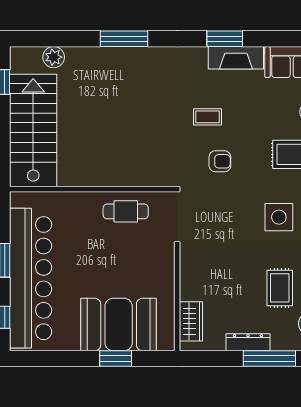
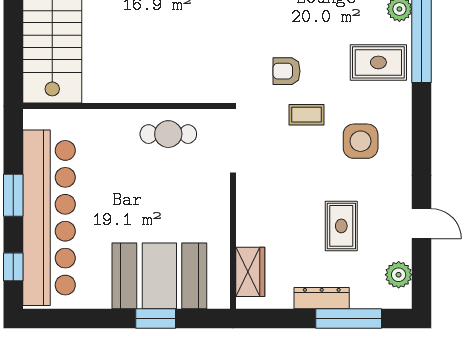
coffee table: (208, 117) -> (306, 115), moved
armchair: (220, 161) -> (287, 71), turned 180
rug: (280, 288) -> (341, 226), moved

